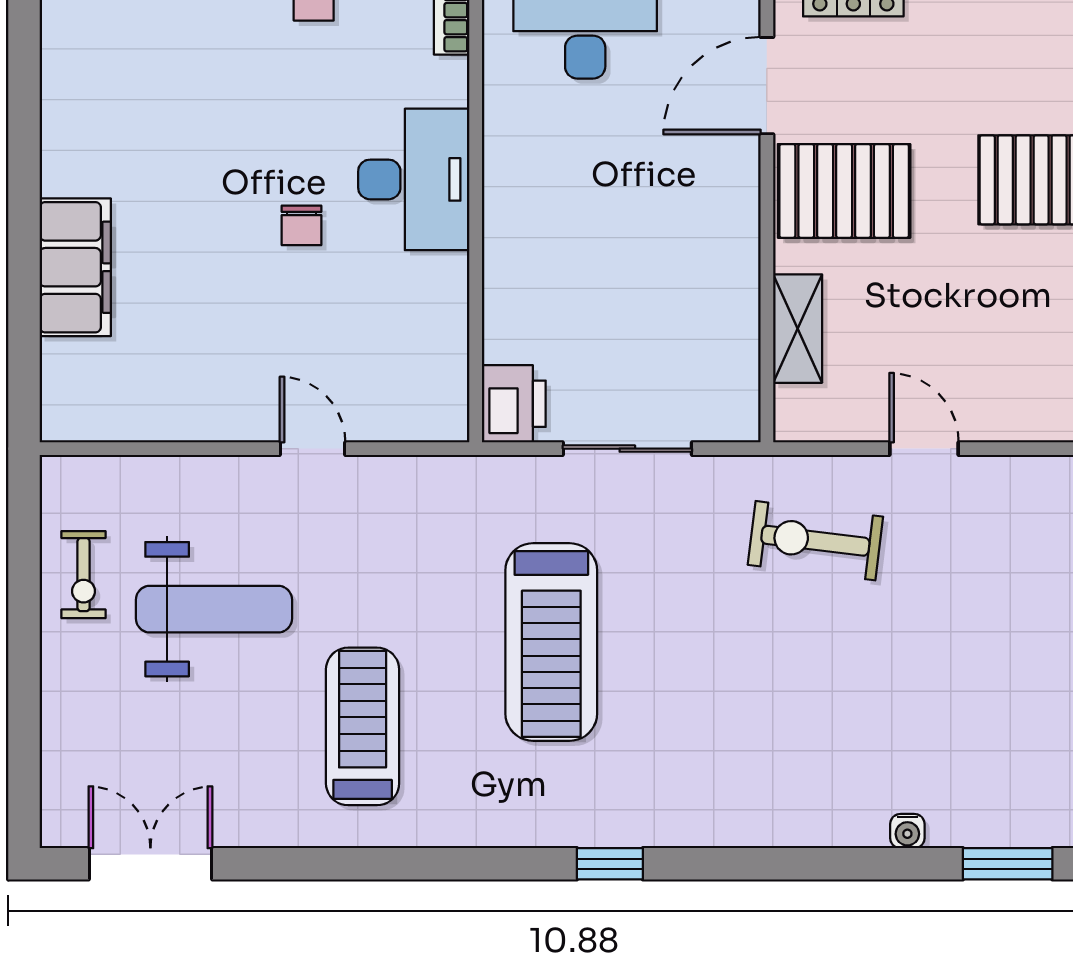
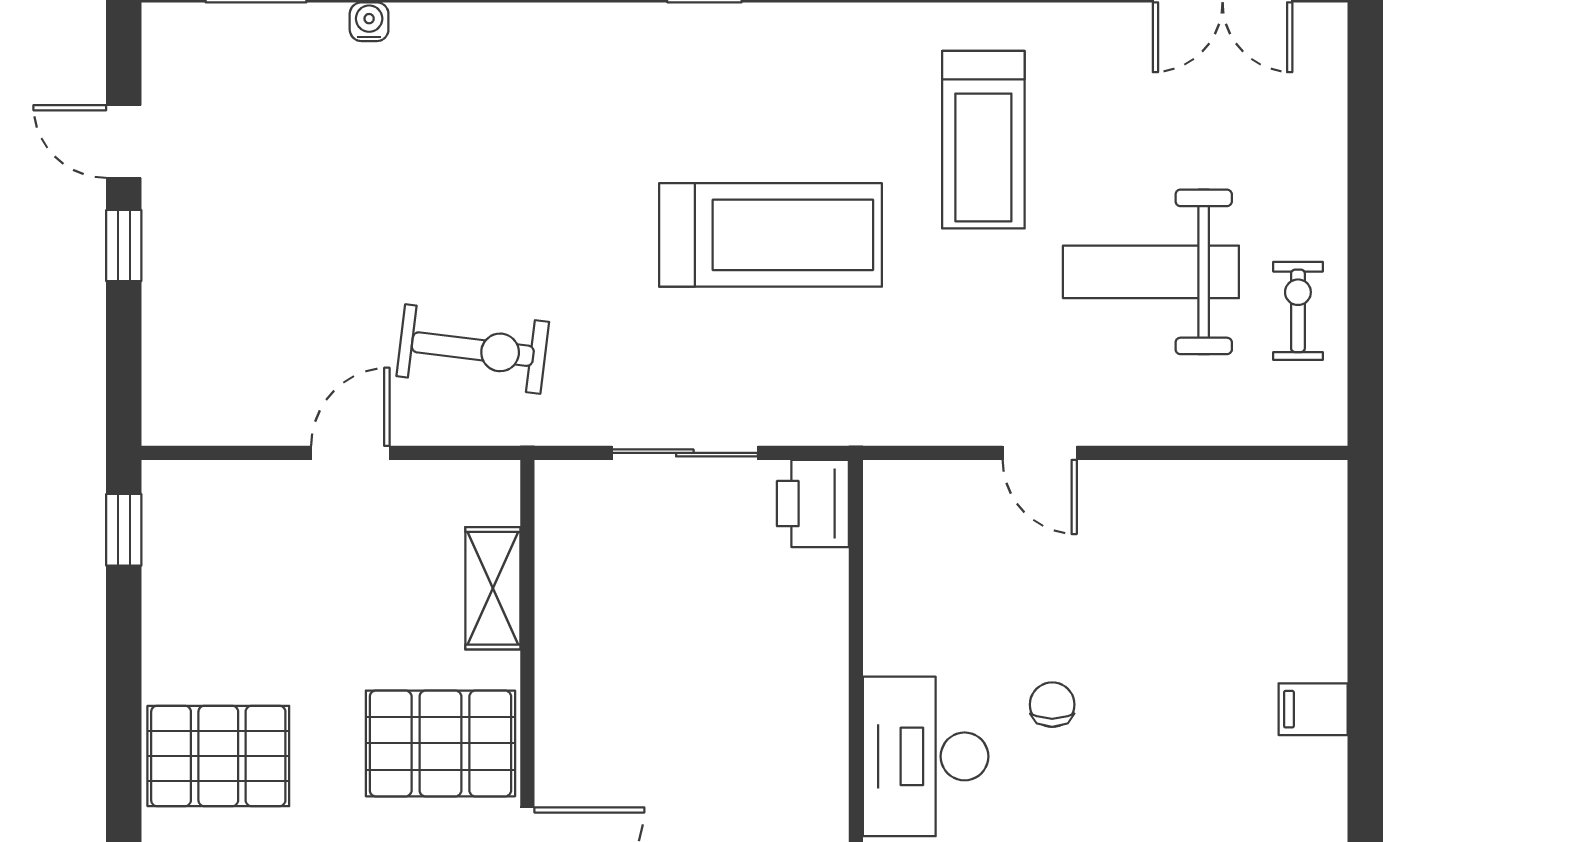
filing cabinet: (75, 267) -> (1313, 709), width x0.33, depth x0.86
door: (924, 449) -> (350, 453), swing flipped
treadmill: (551, 642) -> (771, 235), turned 90

